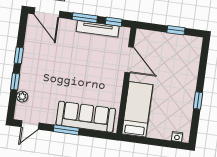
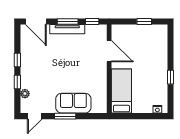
tv unit: (98, 29) -> (67, 29), moved
sofa: (86, 117) -> (73, 103), width x0.73

